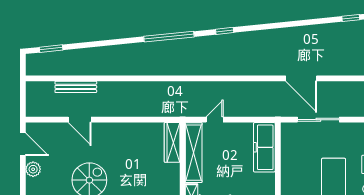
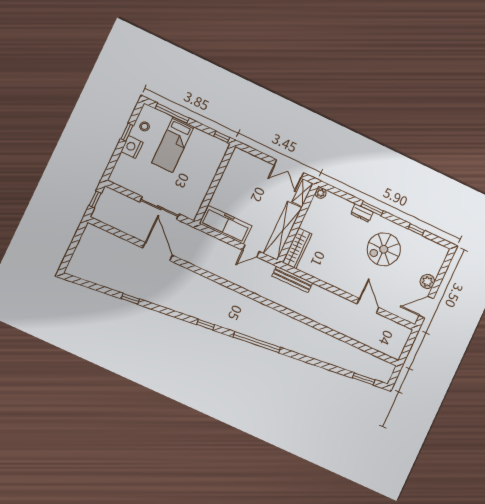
window: (351, 18) -> (130, 299), moved
bench: (76, 87) -> (292, 279), moved
door: (23, 144) -> (426, 307), hinge flipped
freezer: (264, 147) -> (226, 225), moved, turned -90

